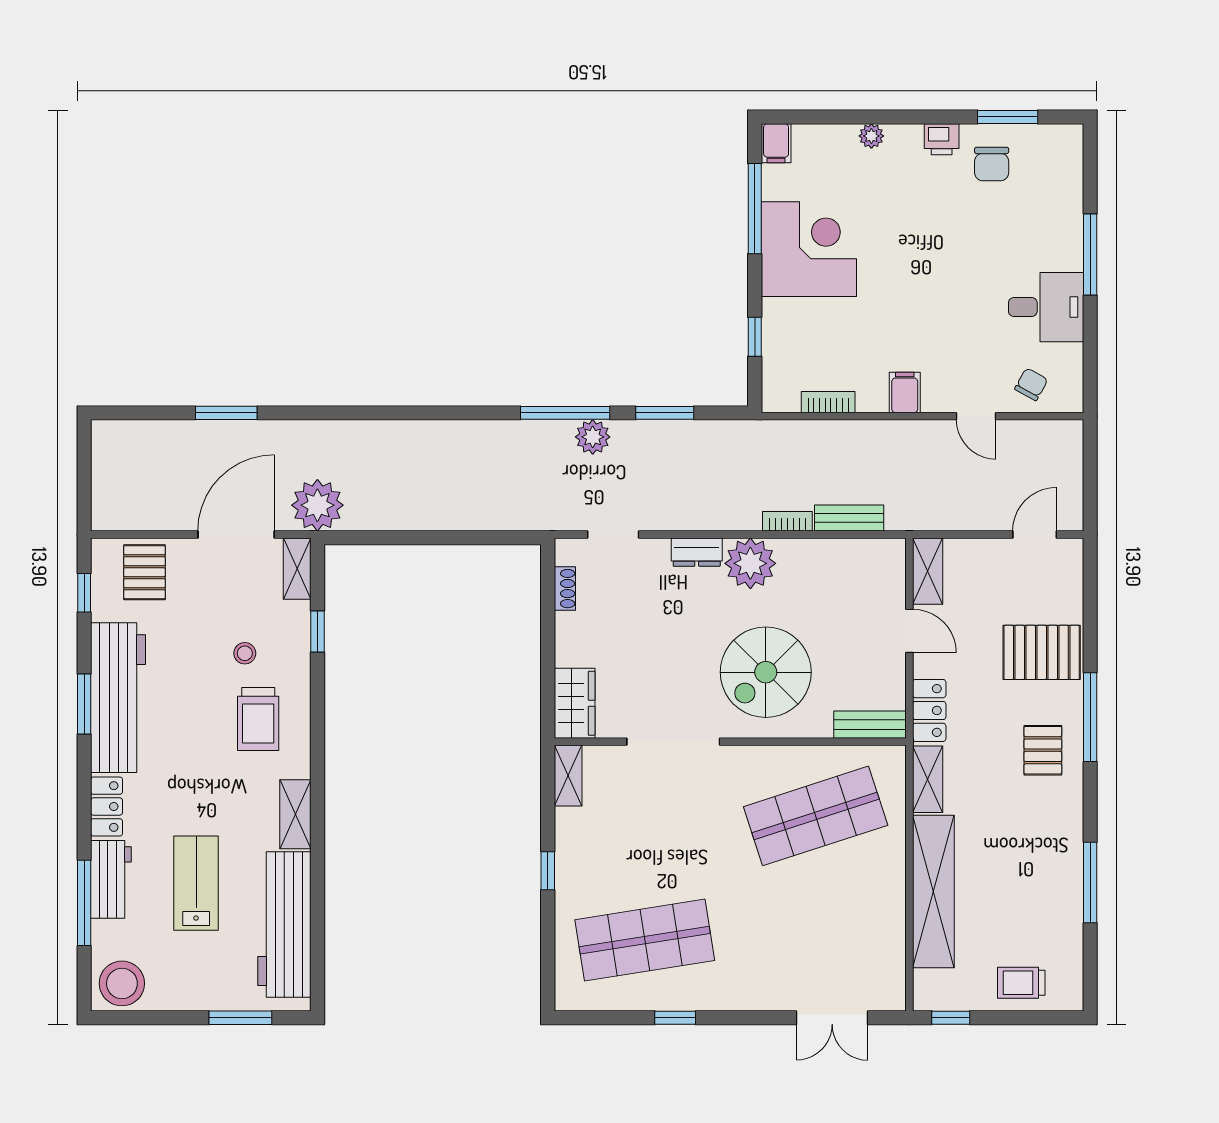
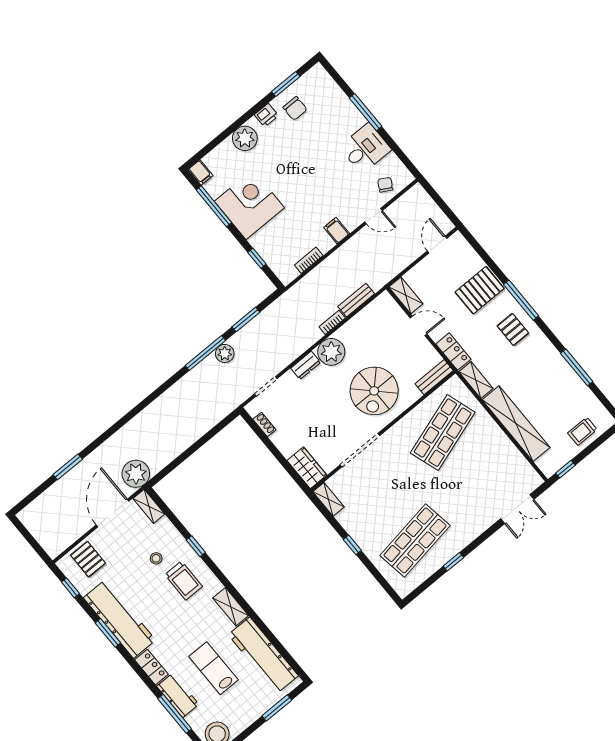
plant: (871, 136) -> (245, 138), width x1.88, depth x1.88
window: (318, 631) -> (196, 546), moved

